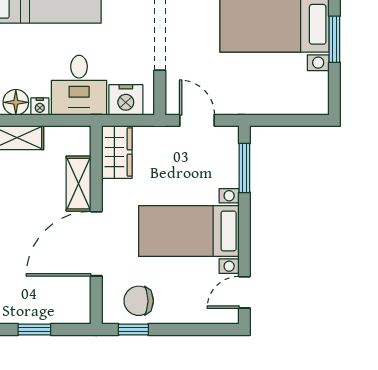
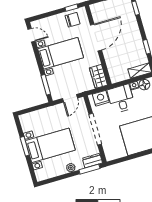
door: (197, 120) -> (70, 98), hinge flipped
shelving: (79, 184) -> (110, 59), removed
door: (244, 292) -> (31, 35), hinge flipped

